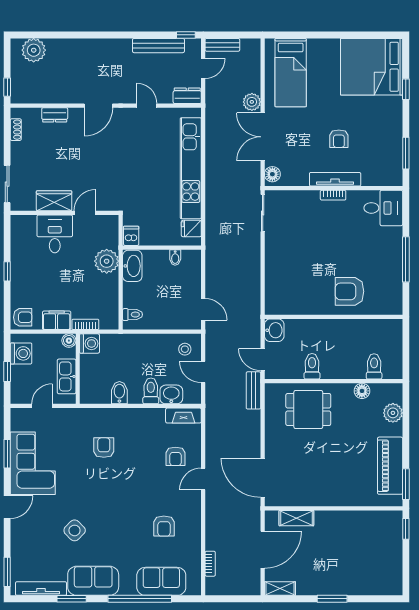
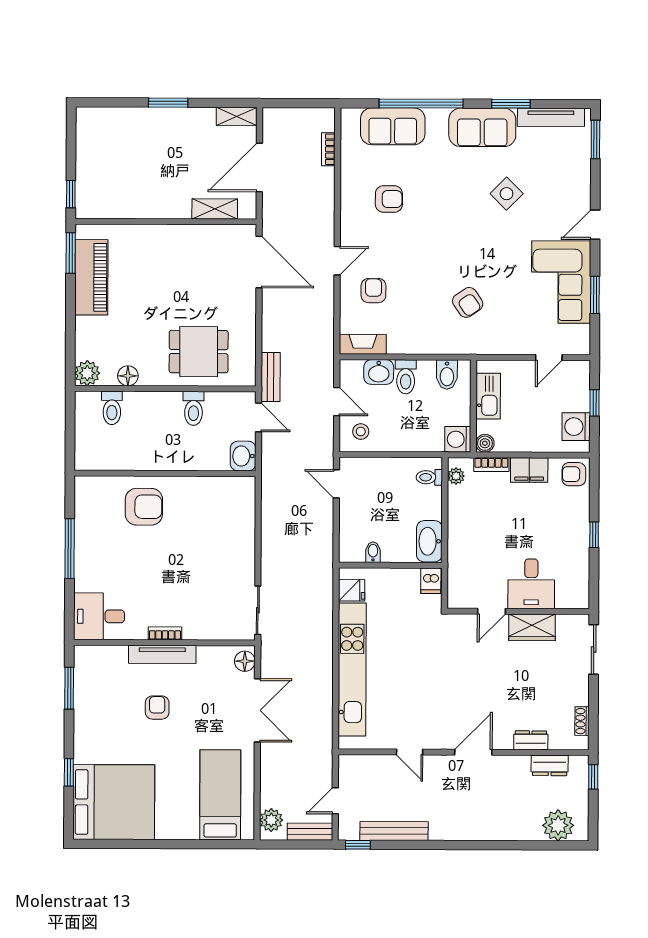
dresser: (187, 96) -> (550, 765), moved
plant: (252, 102) -> (271, 820), moved
plant: (107, 261) -> (456, 476), moved, width x0.53, depth x0.53
boiler: (69, 341) -> (485, 443), moved
washing machine: (90, 343) -> (458, 439), moved
wall: (78, 369) -> (473, 406), moved
kitchen sink: (67, 376) -> (488, 396), moved
plant: (393, 413) -> (87, 373), moved
armchair: (104, 448) -> (468, 302), turned -34
armchair: (164, 526) -> (389, 199), turned 90

